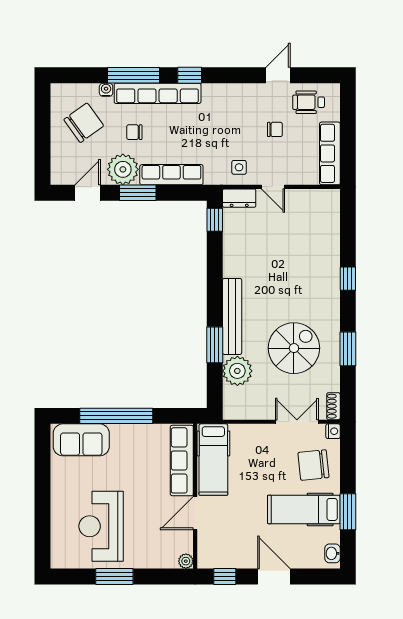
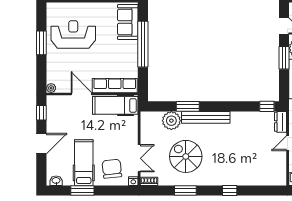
spiral stairs: (294, 348) -> (186, 156), turned 180

